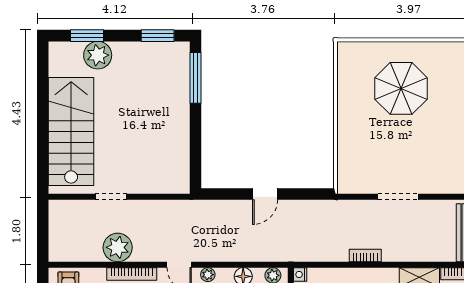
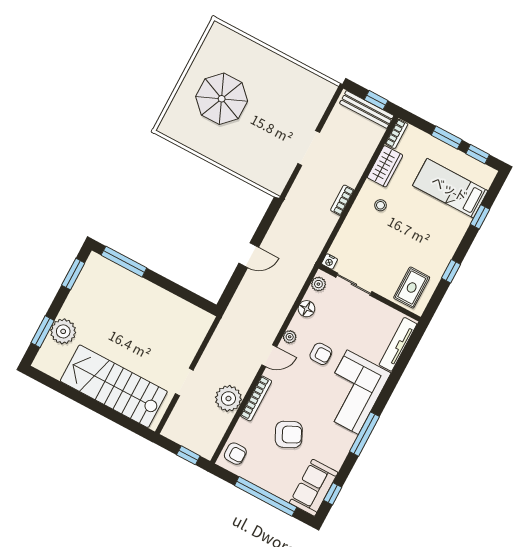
door: (265, 194) -> (249, 255), hinge flipped
window: (43, 238) -> (188, 455), added

